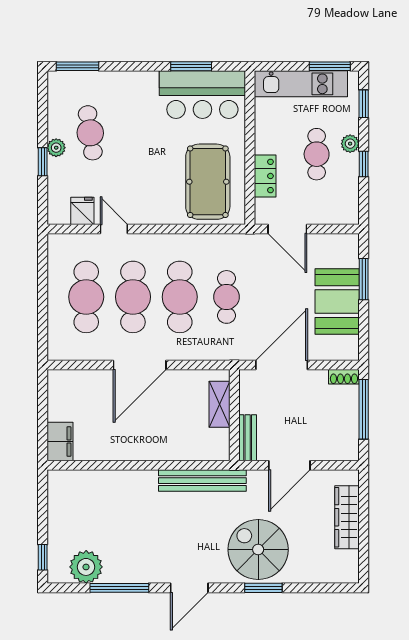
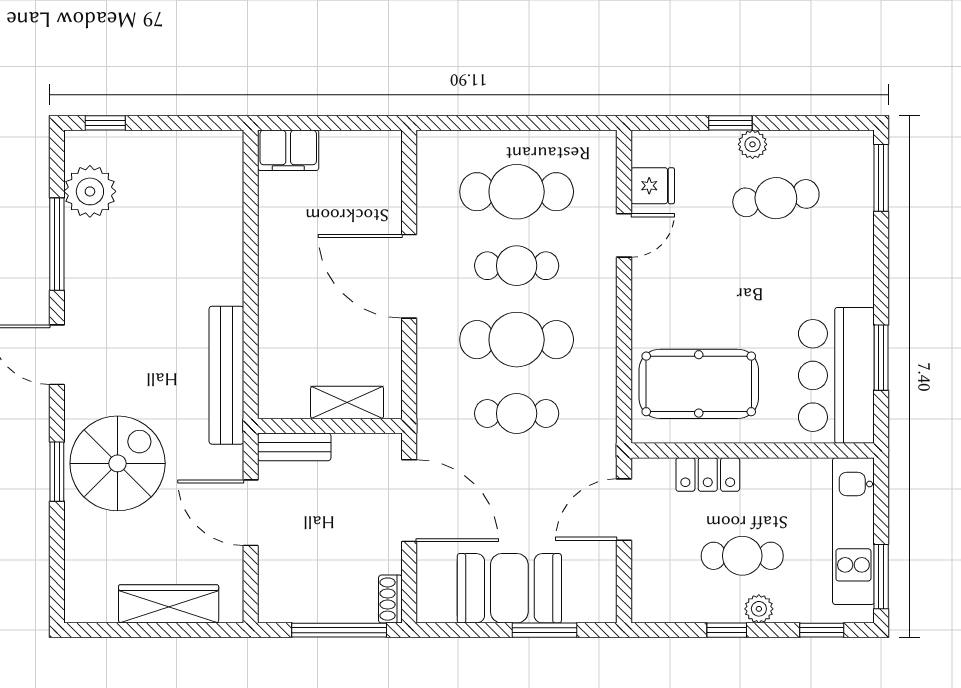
cafe table: (133, 297) -> (517, 266), width x0.73, depth x0.74

